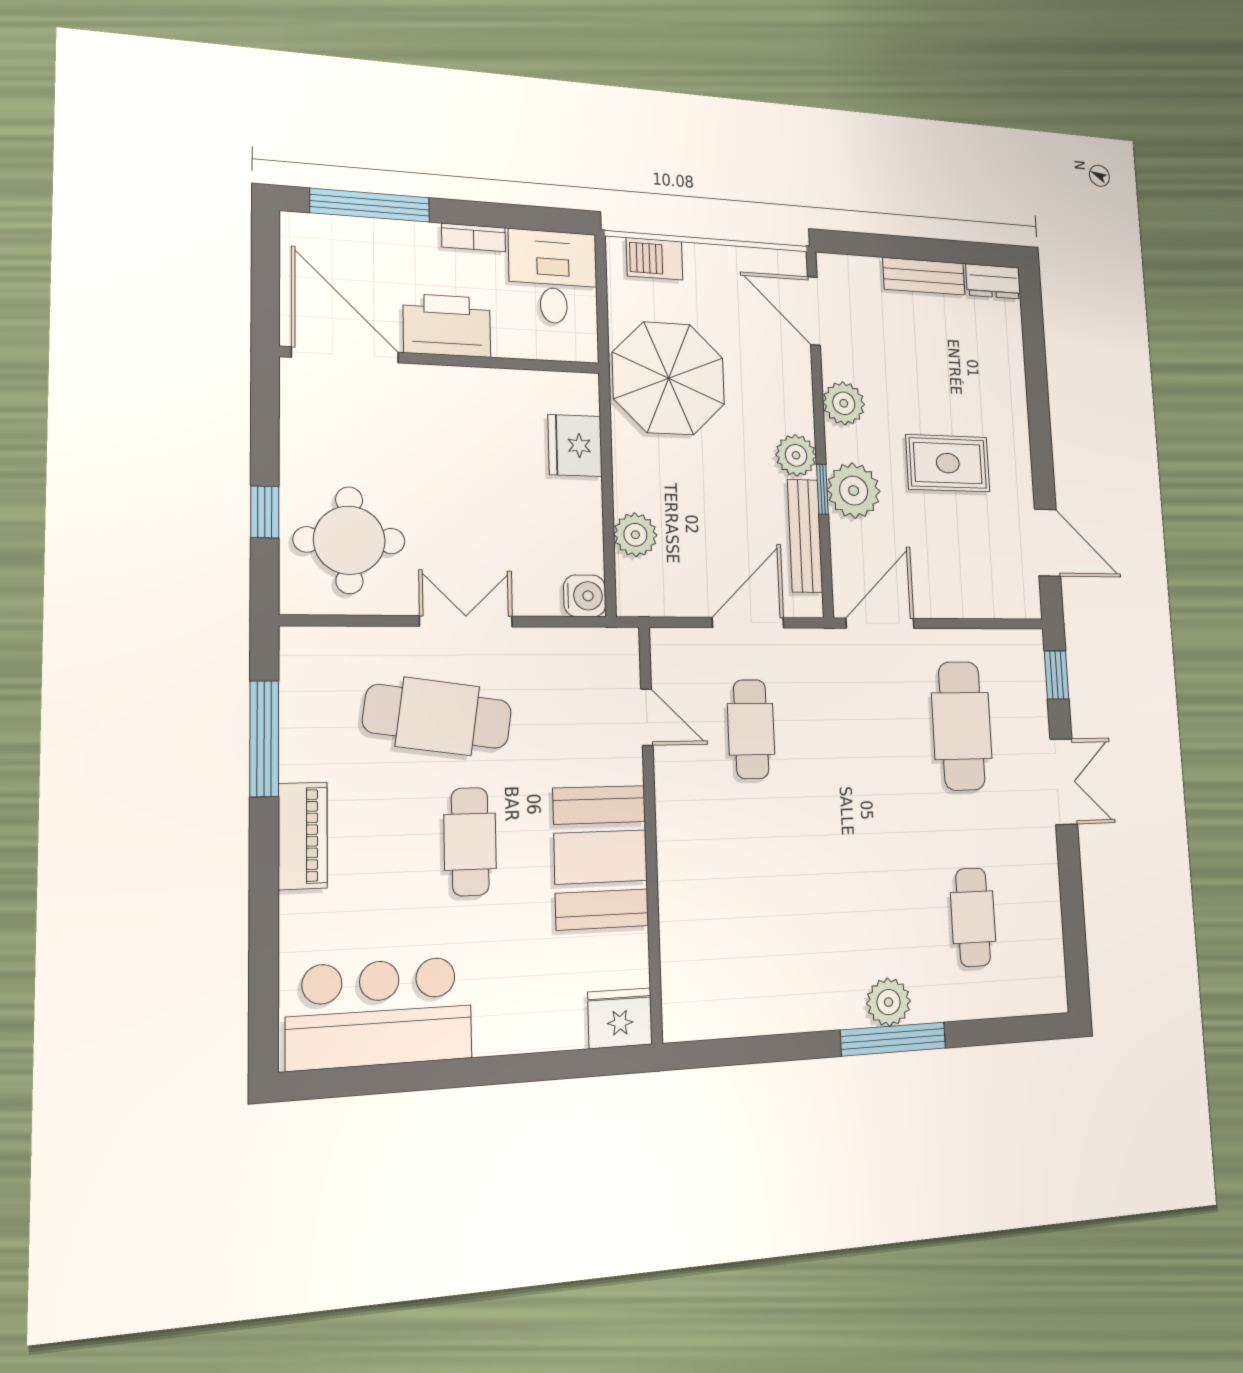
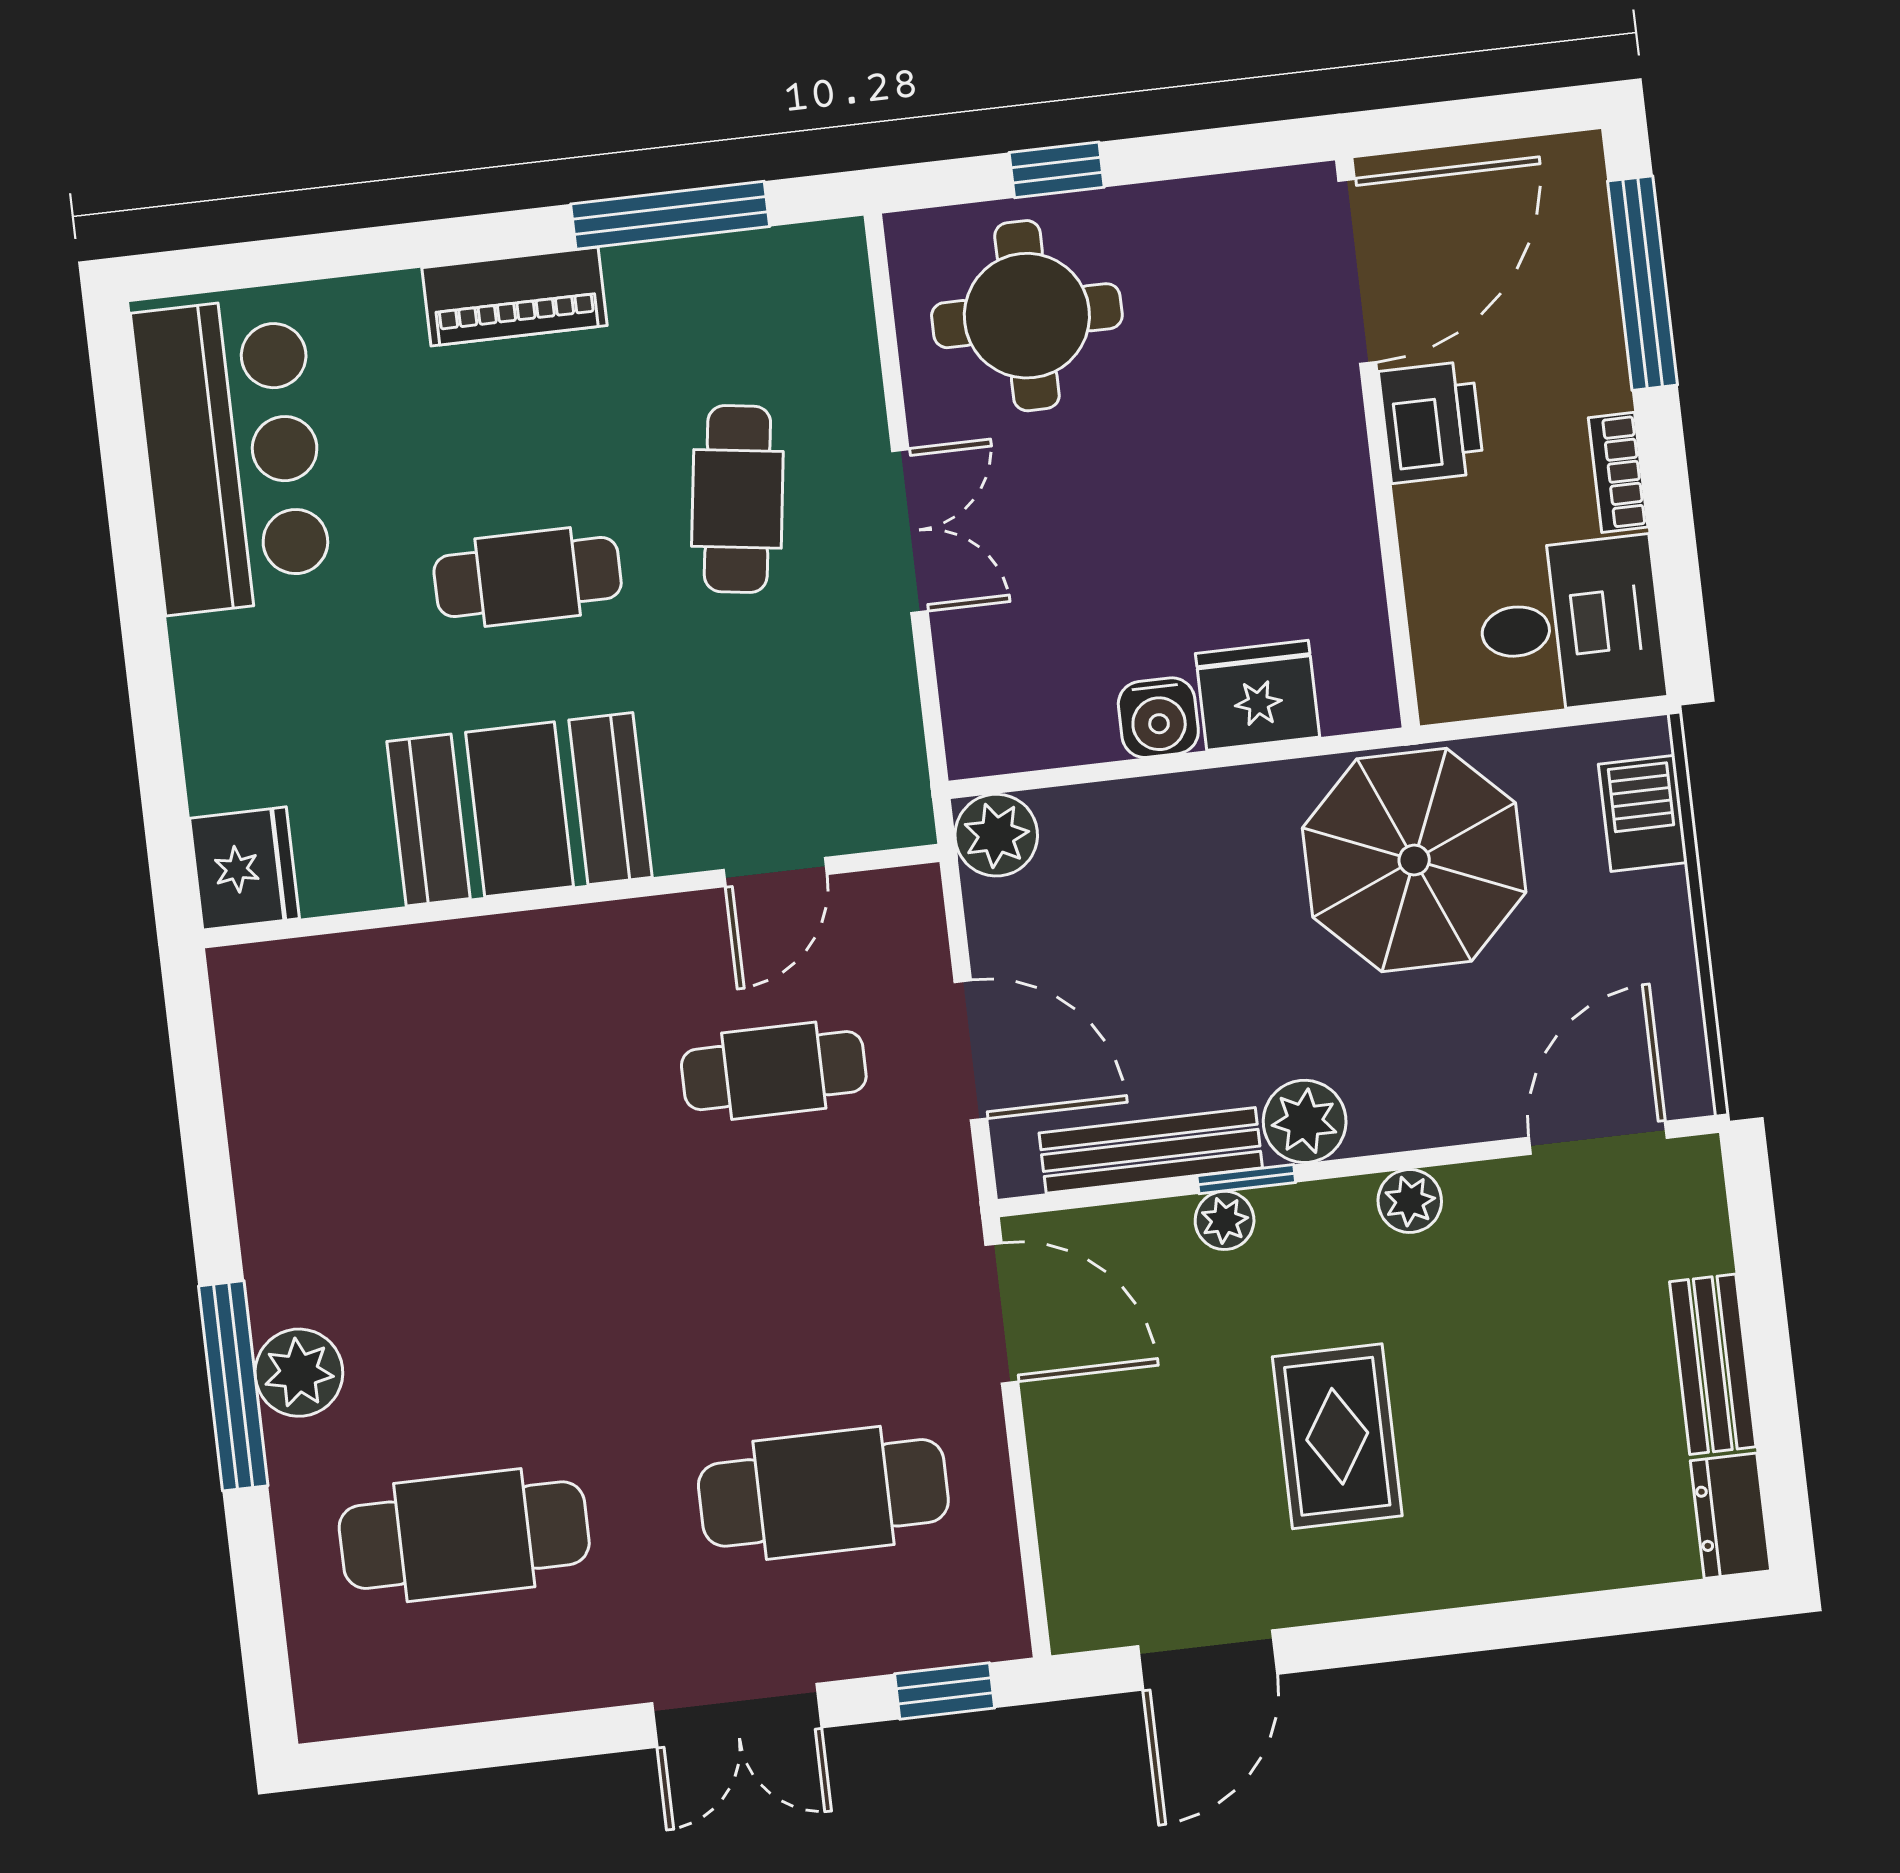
printer: (447, 325) -> (1431, 422), width x0.73, depth x0.84
plant: (844, 403) -> (1410, 1201), width x0.73, depth x0.73
plant: (854, 491) -> (1225, 1220), width x0.53, depth x0.53
plant: (635, 535) -> (996, 835), moved
water cooler: (585, 596) -> (1158, 718), moved
cafe table: (438, 716) -> (737, 499), width x0.73, depth x0.74
cafe table: (973, 917) -> (464, 1535), width x1.37, depth x1.35

